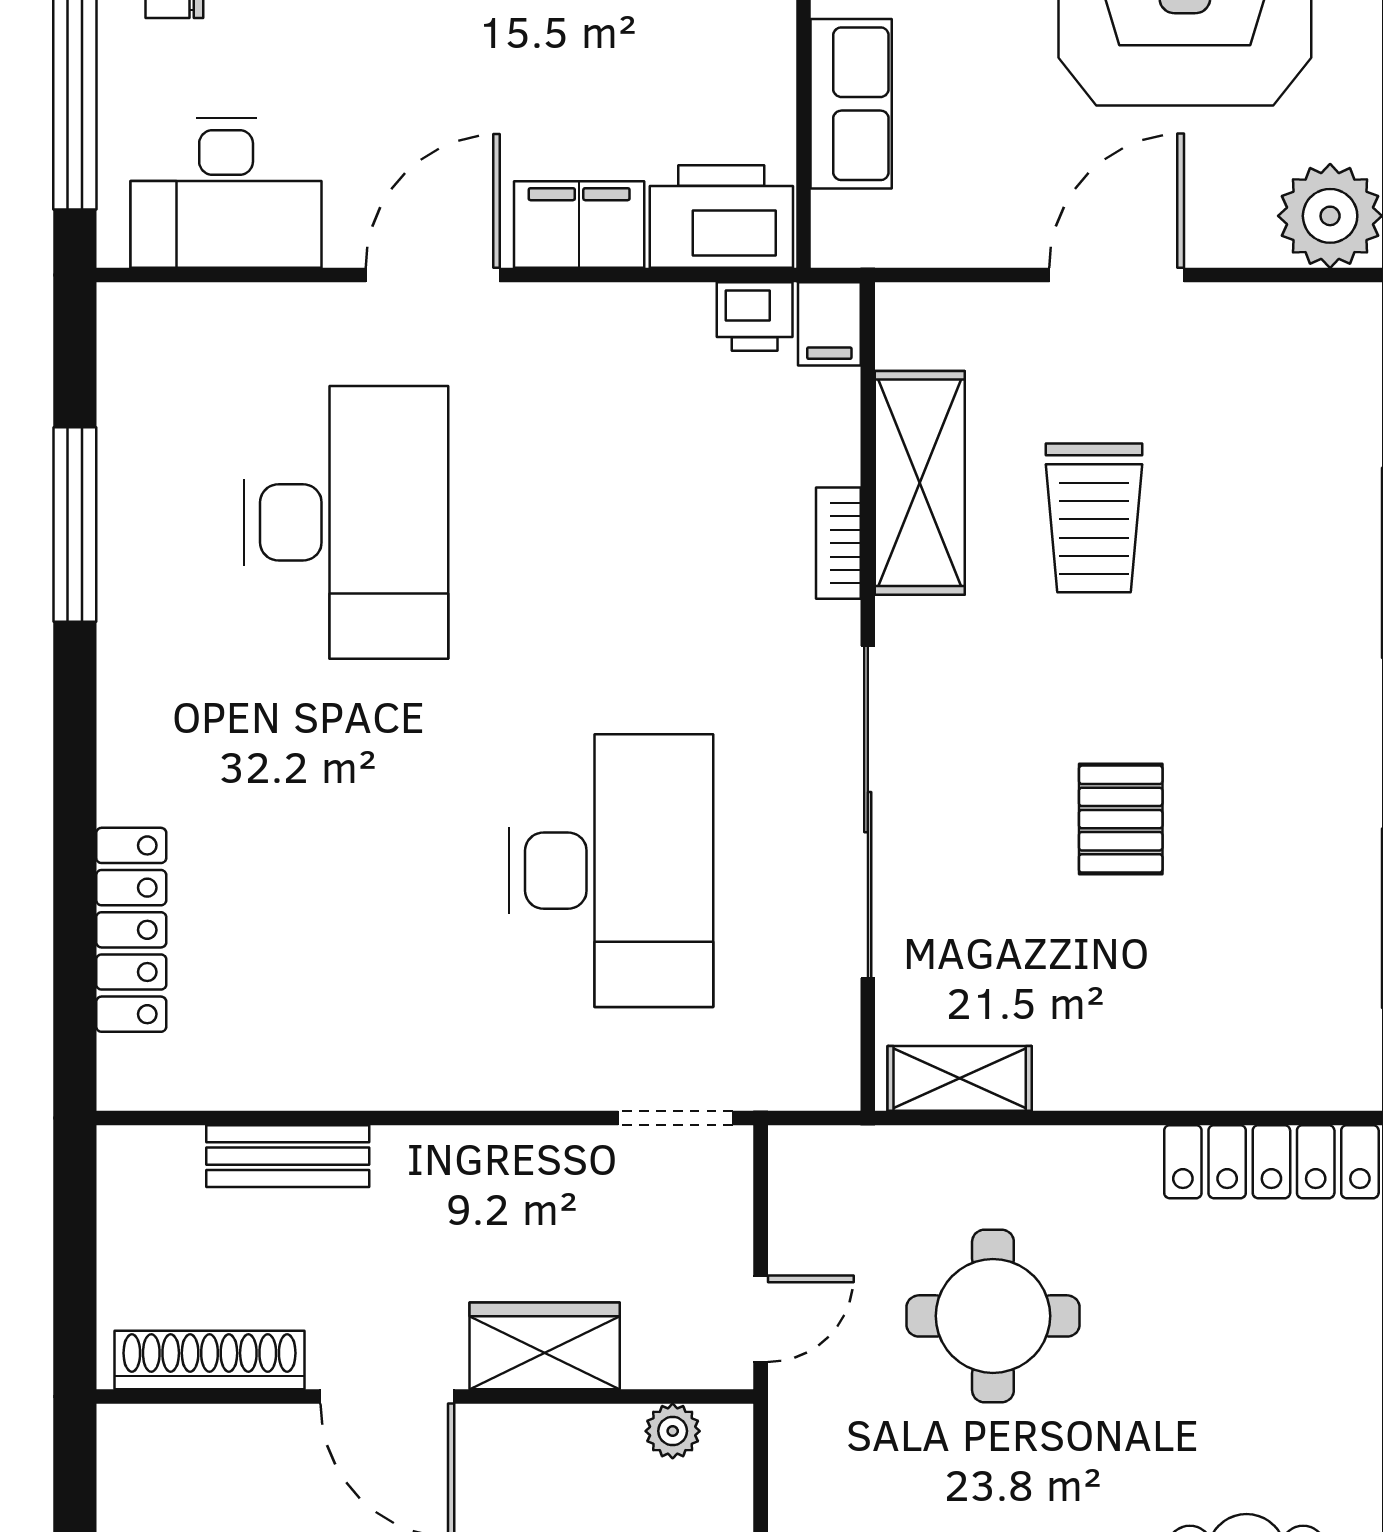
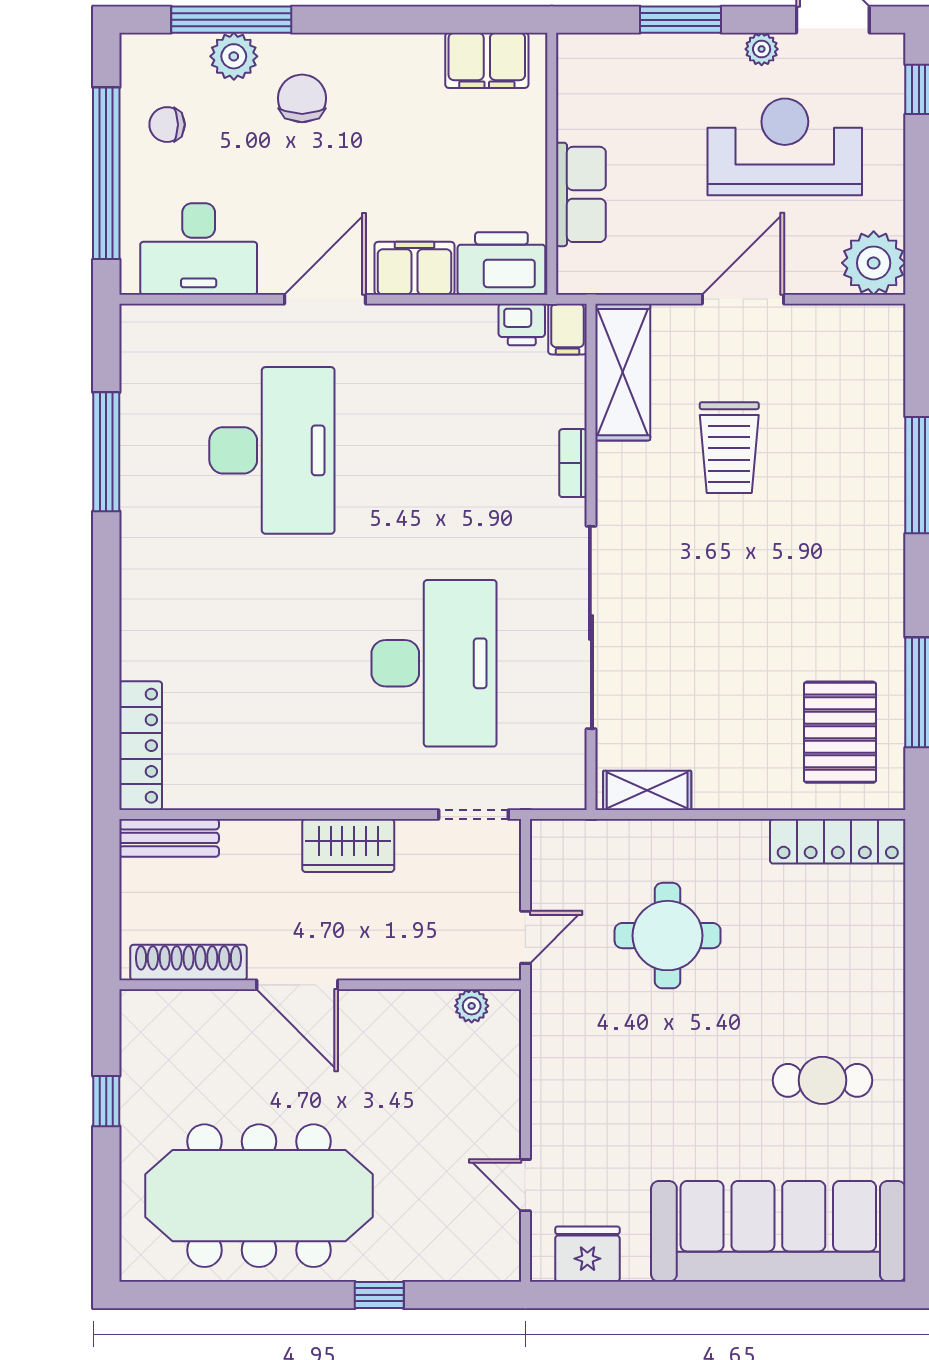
shelving: (920, 483) -> (623, 372), moved
pallet: (1121, 819) -> (840, 732), moved, width x1.50, depth x1.42
locker: (131, 930) -> (141, 746), moved
bench: (288, 1156) -> (169, 838), moved
wardrobe: (545, 1346) -> (348, 845), moved, turned 180

